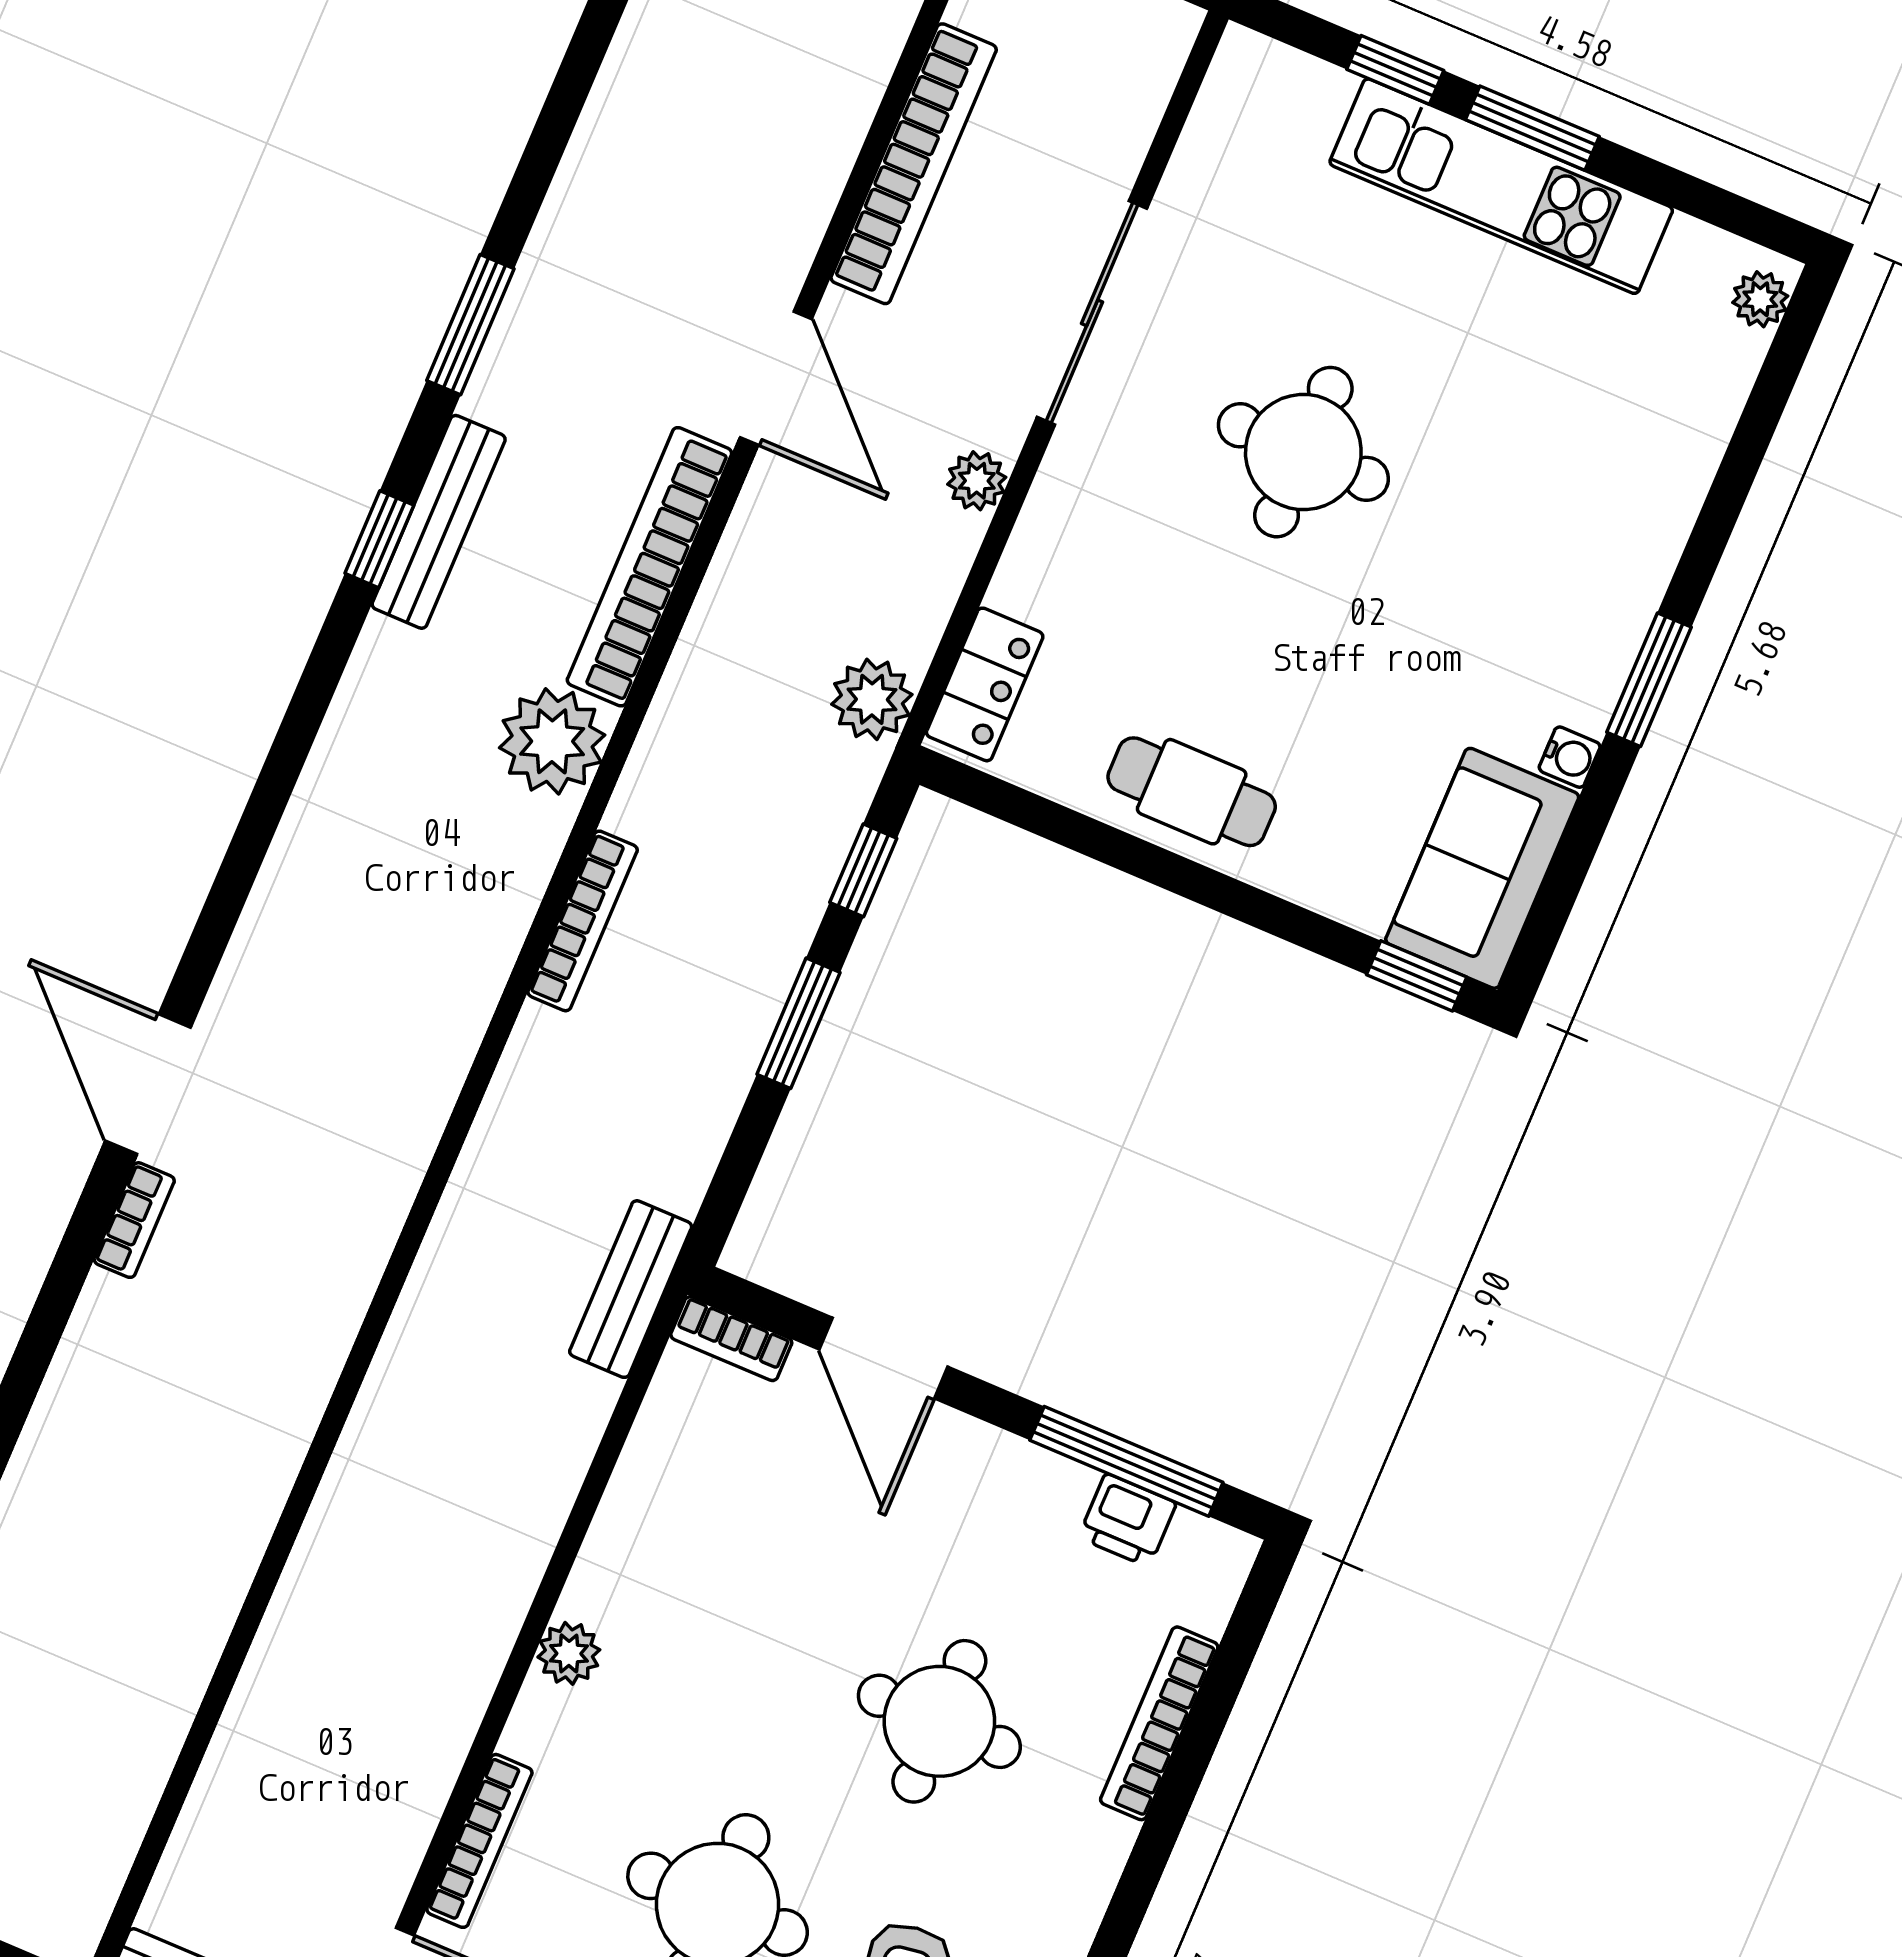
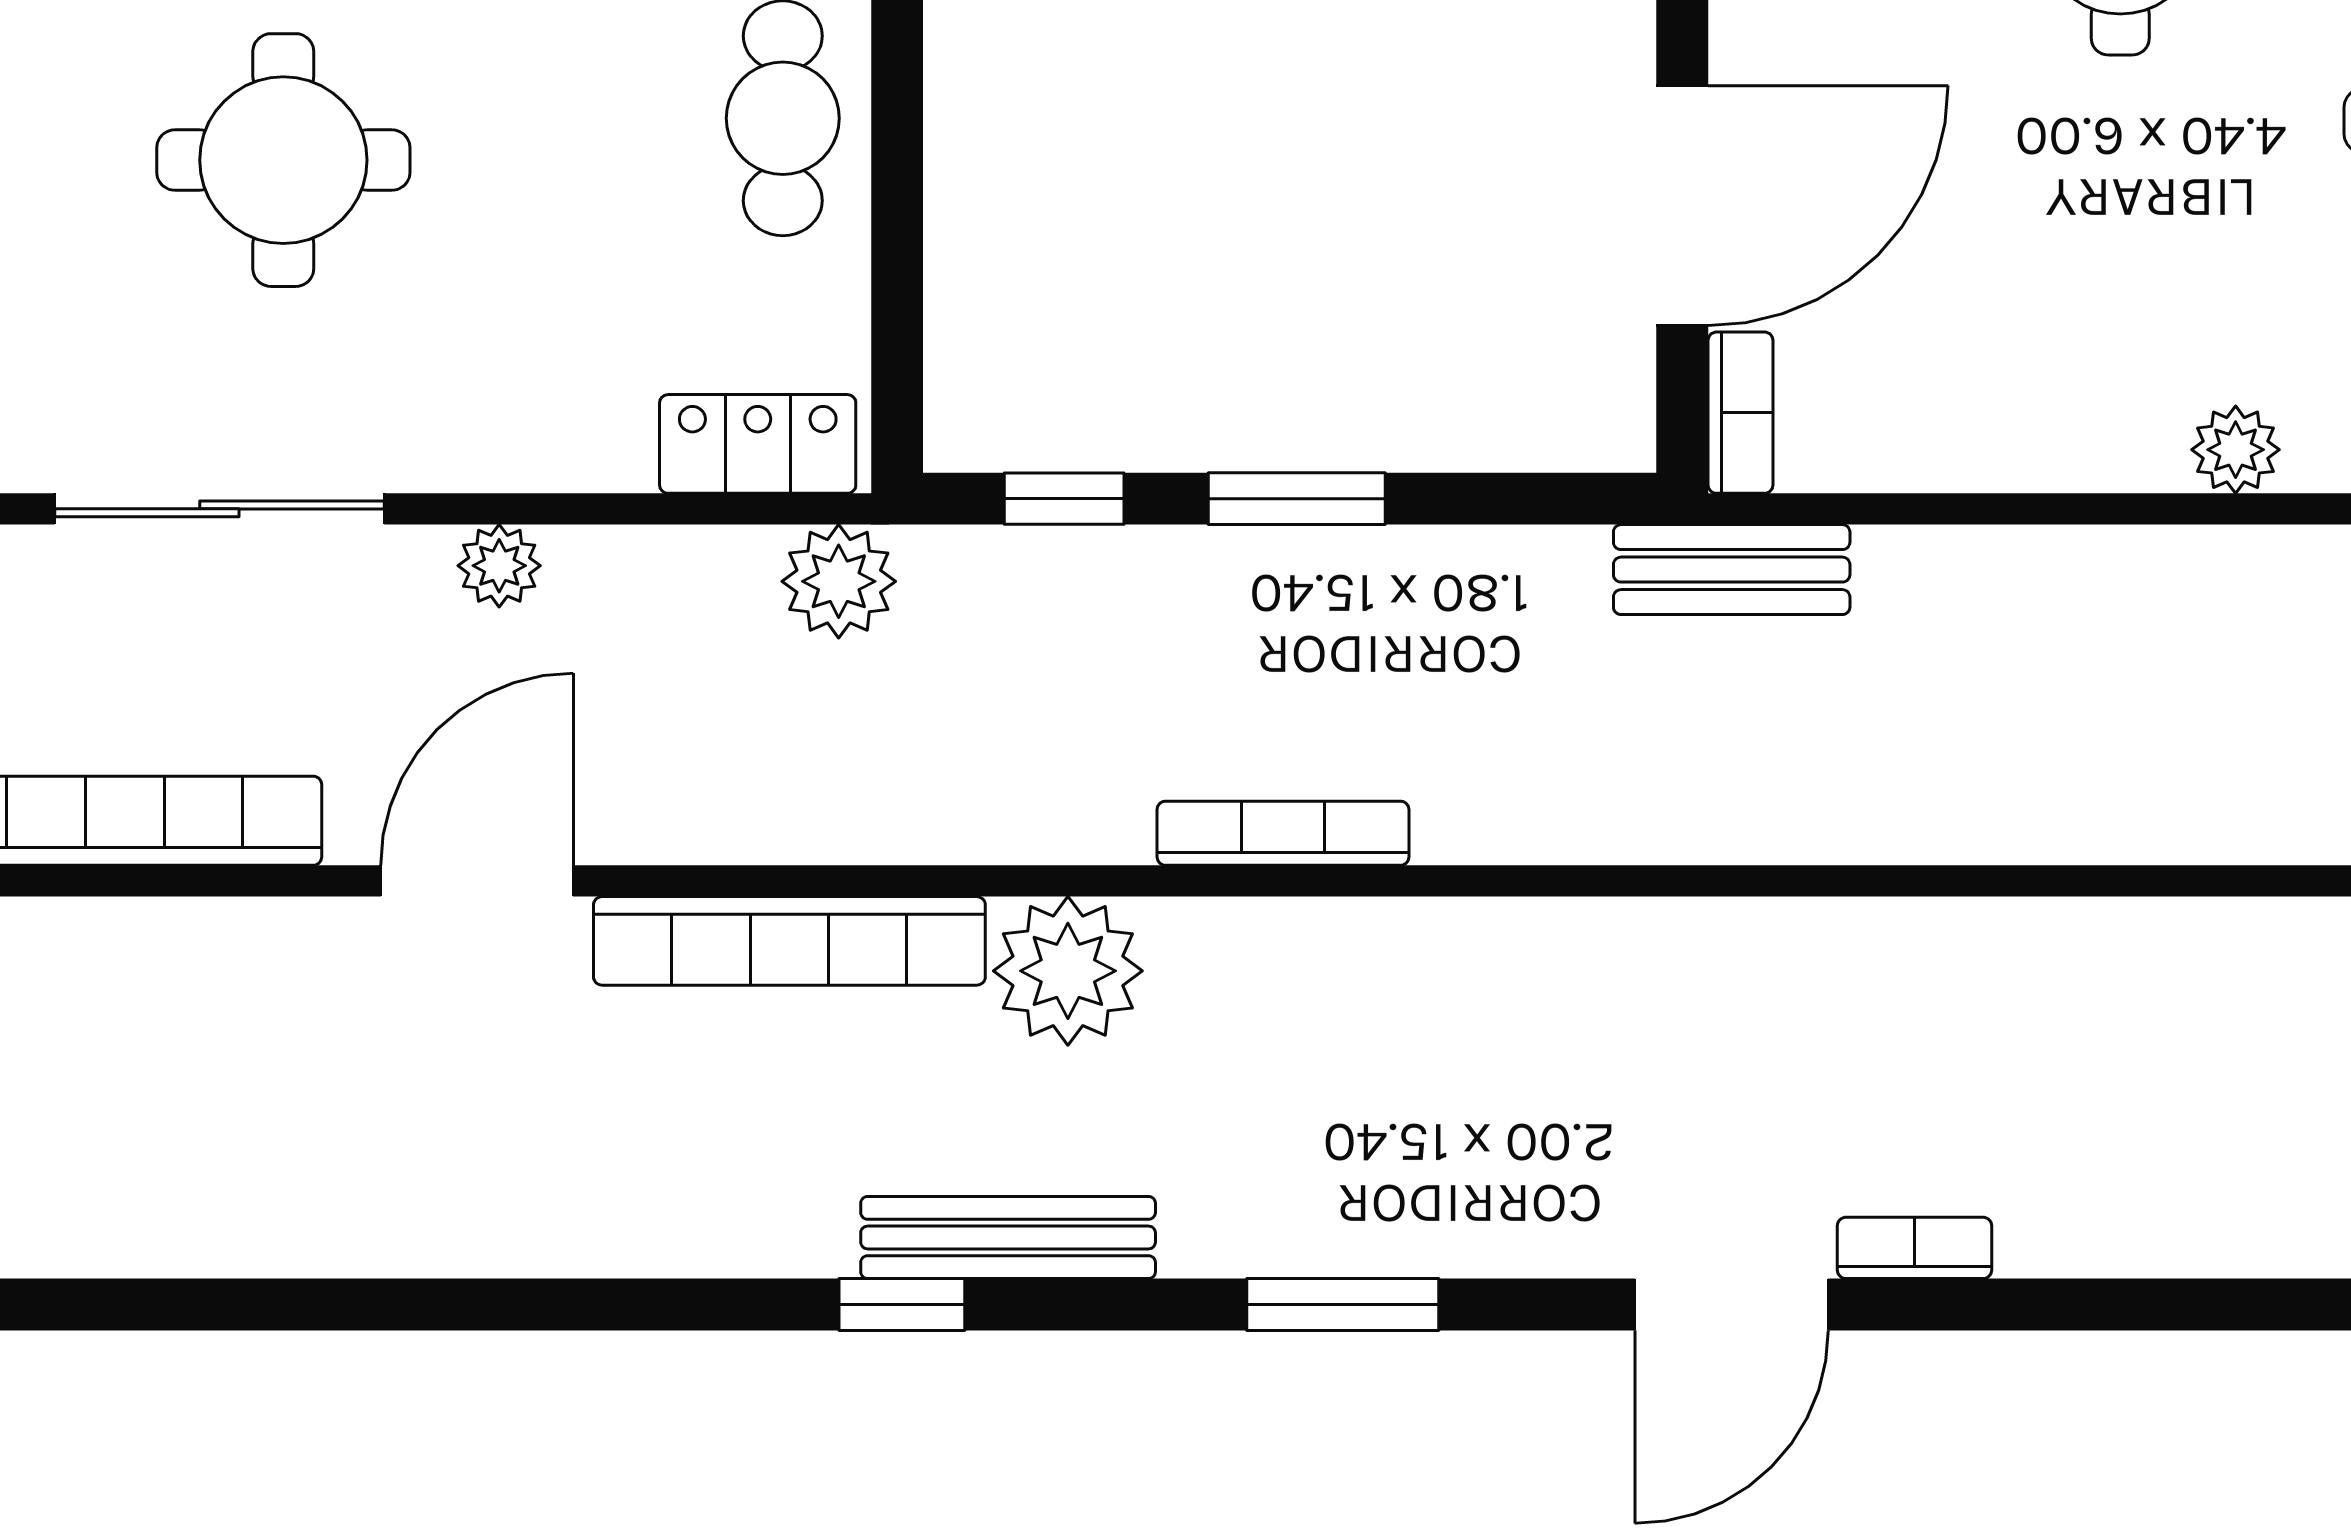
window: (470, 325) -> (1343, 1305), moved
bench: (439, 522) -> (1008, 1237), moved
door: (883, 1358) -> (1682, 206), width x1.36

